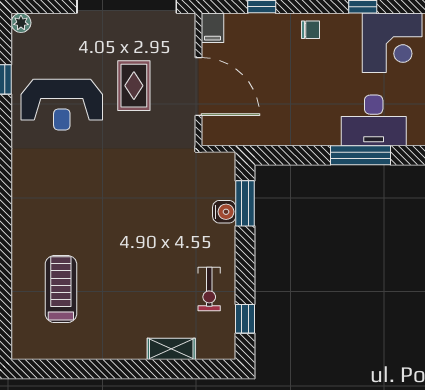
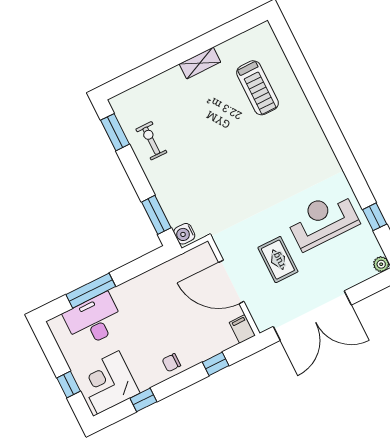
water cooler: (224, 212) -> (184, 234), moved
window: (245, 319) -> (115, 132), width x1.50
shelving: (171, 349) -> (200, 63), moved

